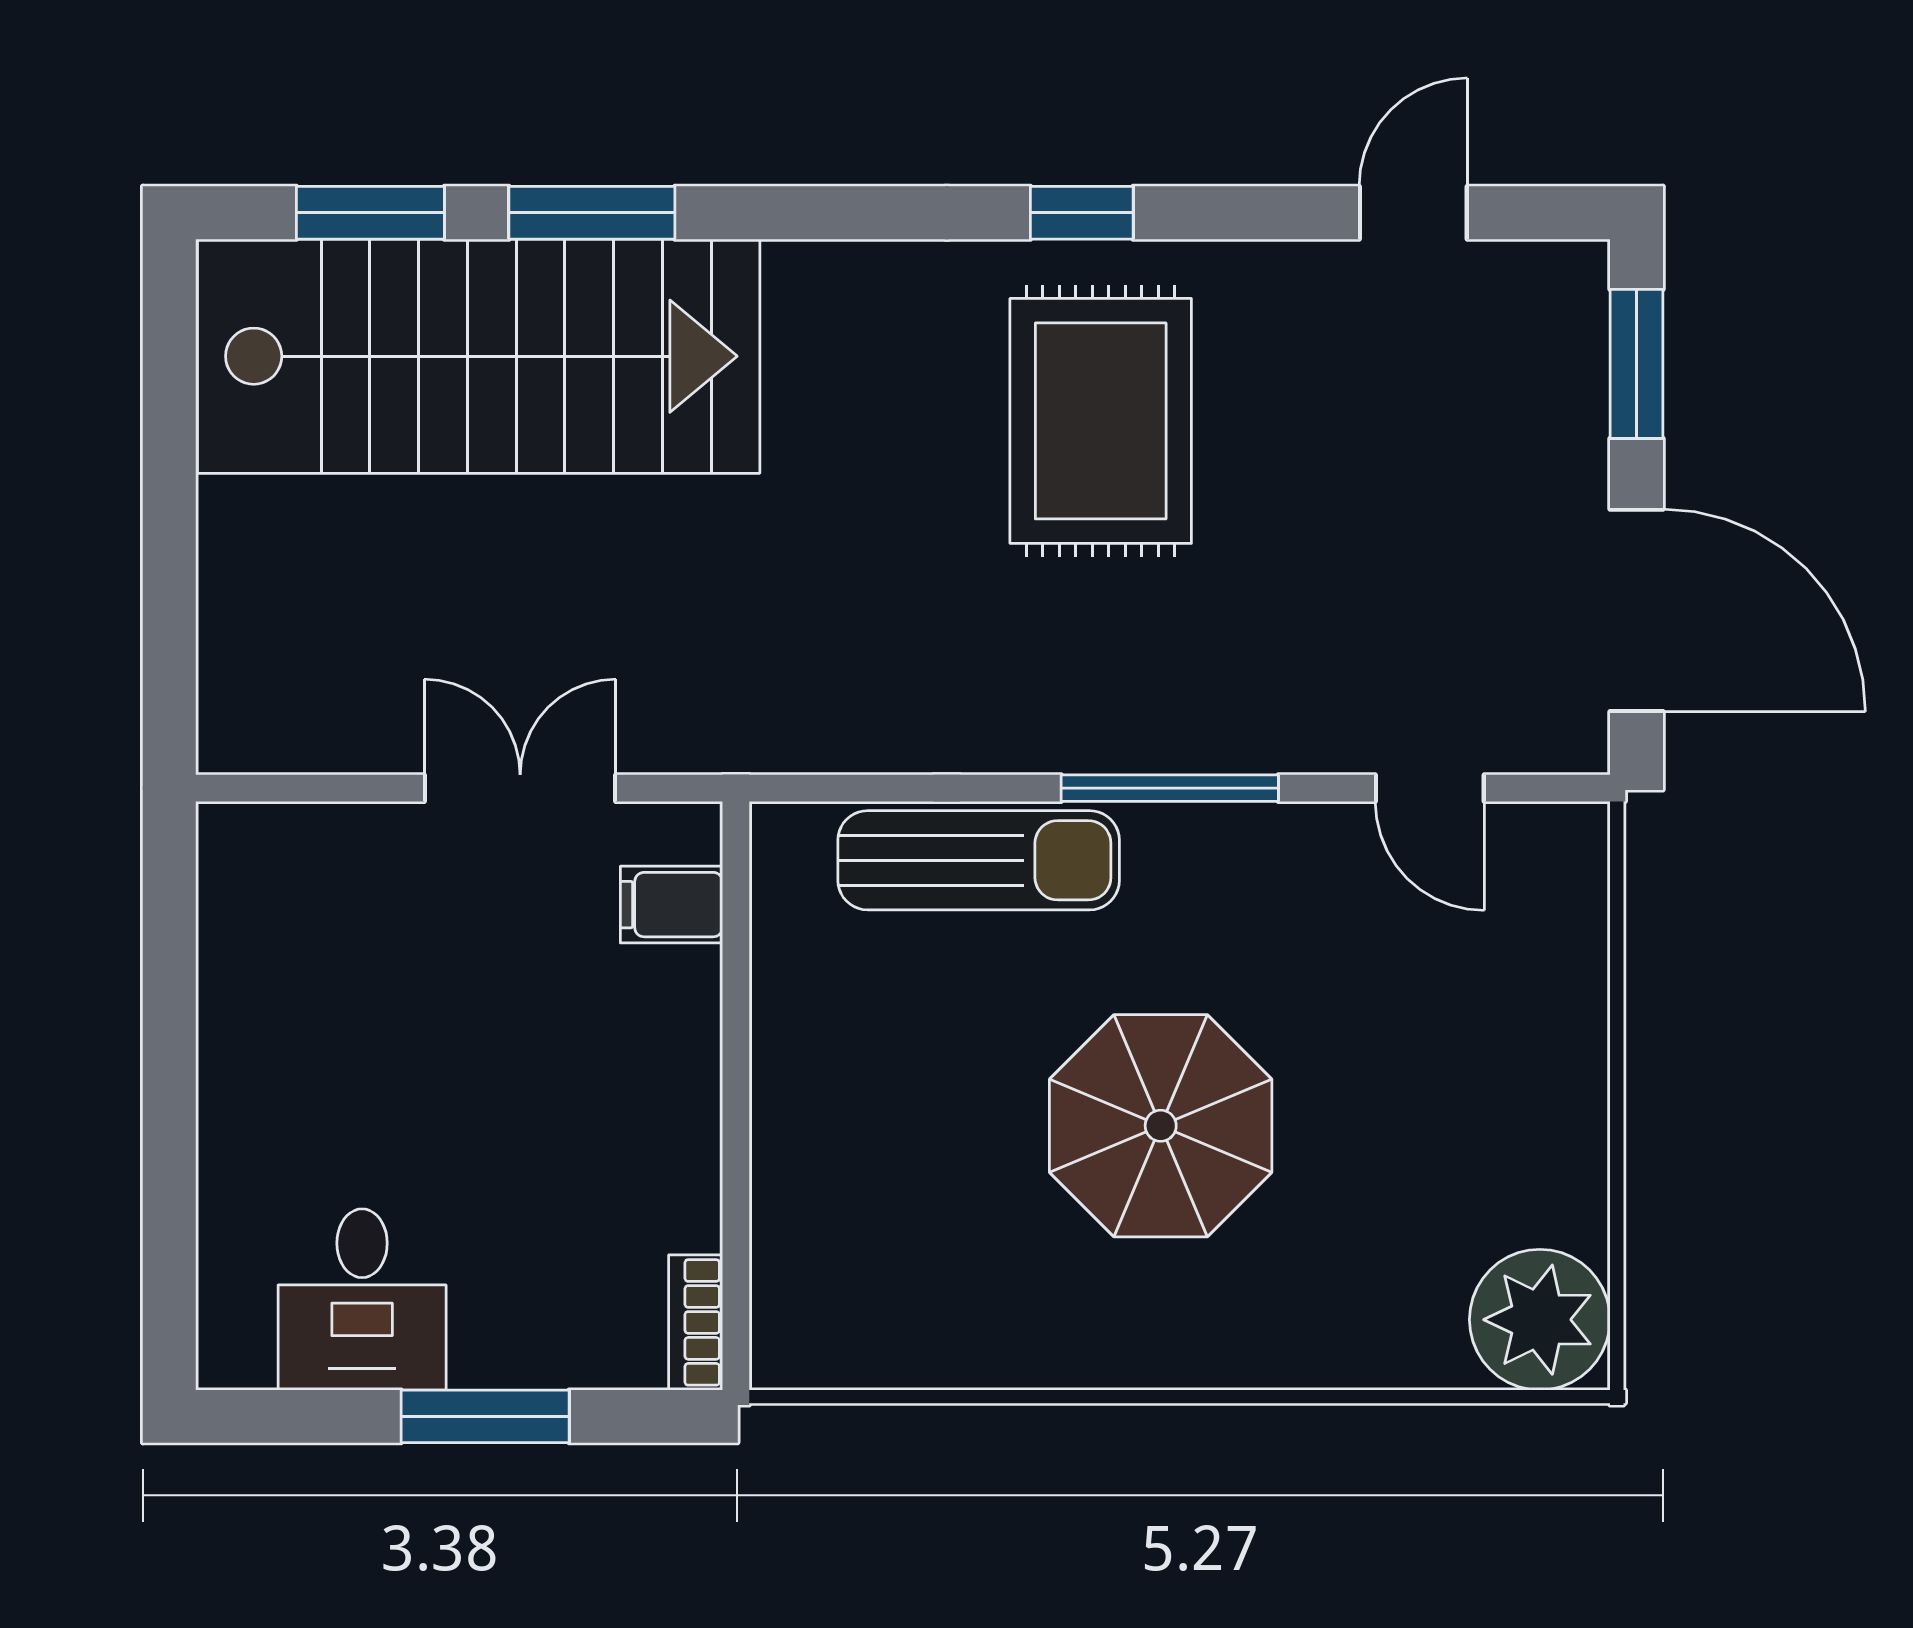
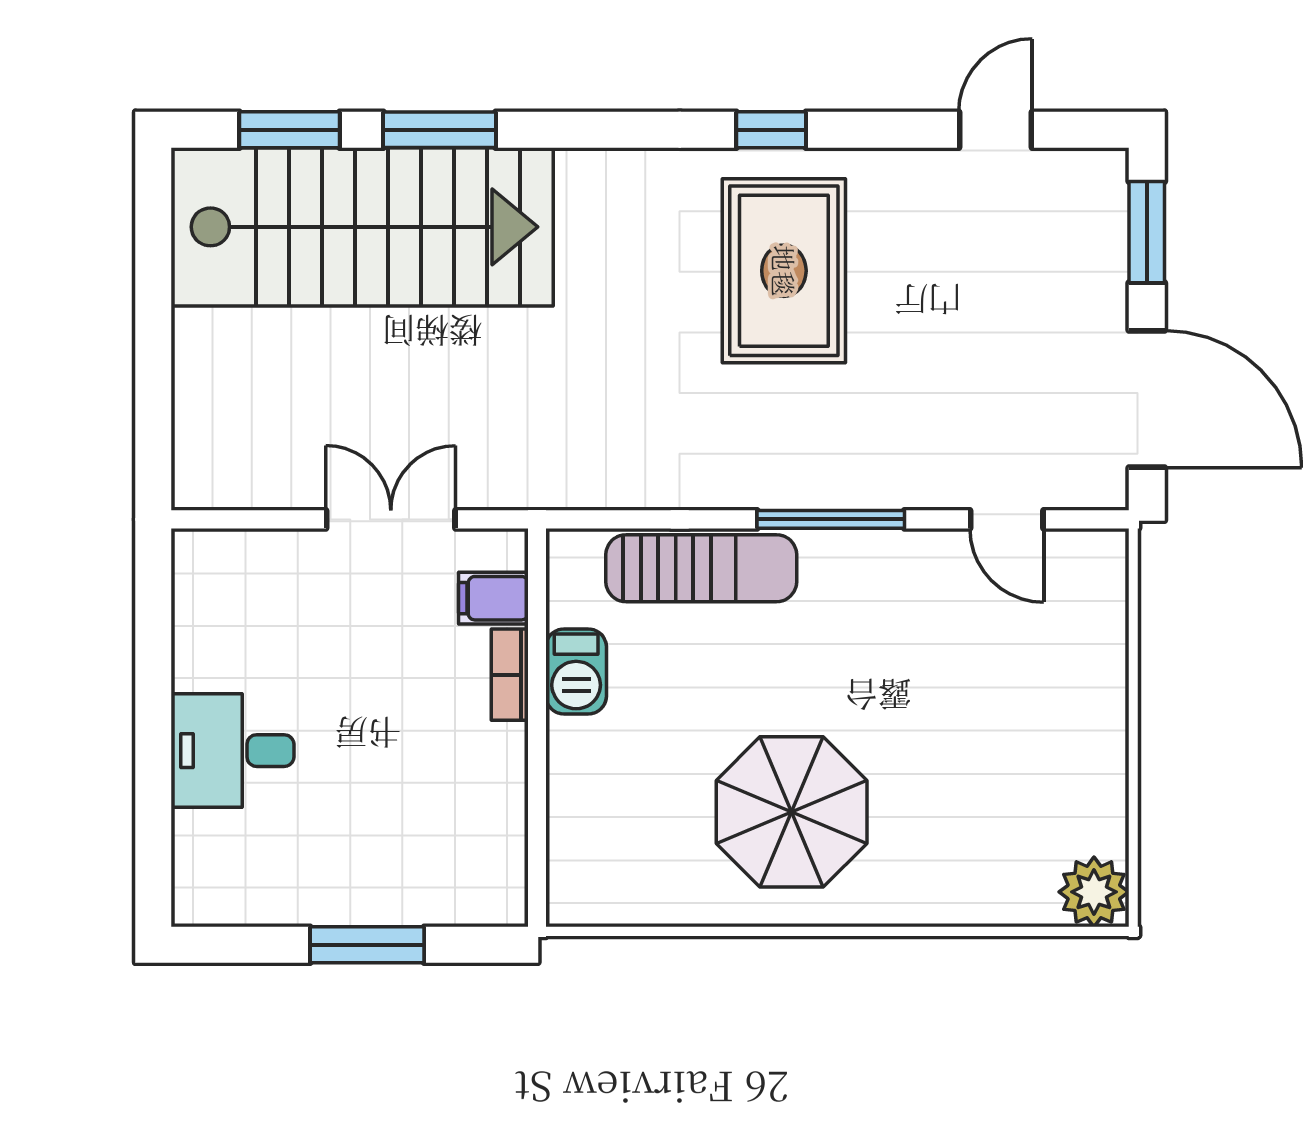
barbecue: (794, 1013) -> (576, 671), added
parasol: (1161, 1126) -> (792, 812), moved
desk: (362, 1299) -> (232, 751), moved, turned 90
plant: (1540, 1320) -> (1094, 892), width x0.73, depth x0.73
bookcase: (696, 1322) -> (510, 675), moved

